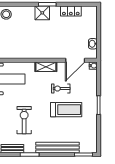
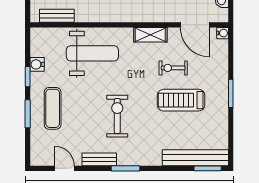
door: (75, 60) -> (195, 25), hinge flipped
treadmill: (66, 110) -> (181, 100), turned 180
bench: (58, 147) -> (195, 158), moved

